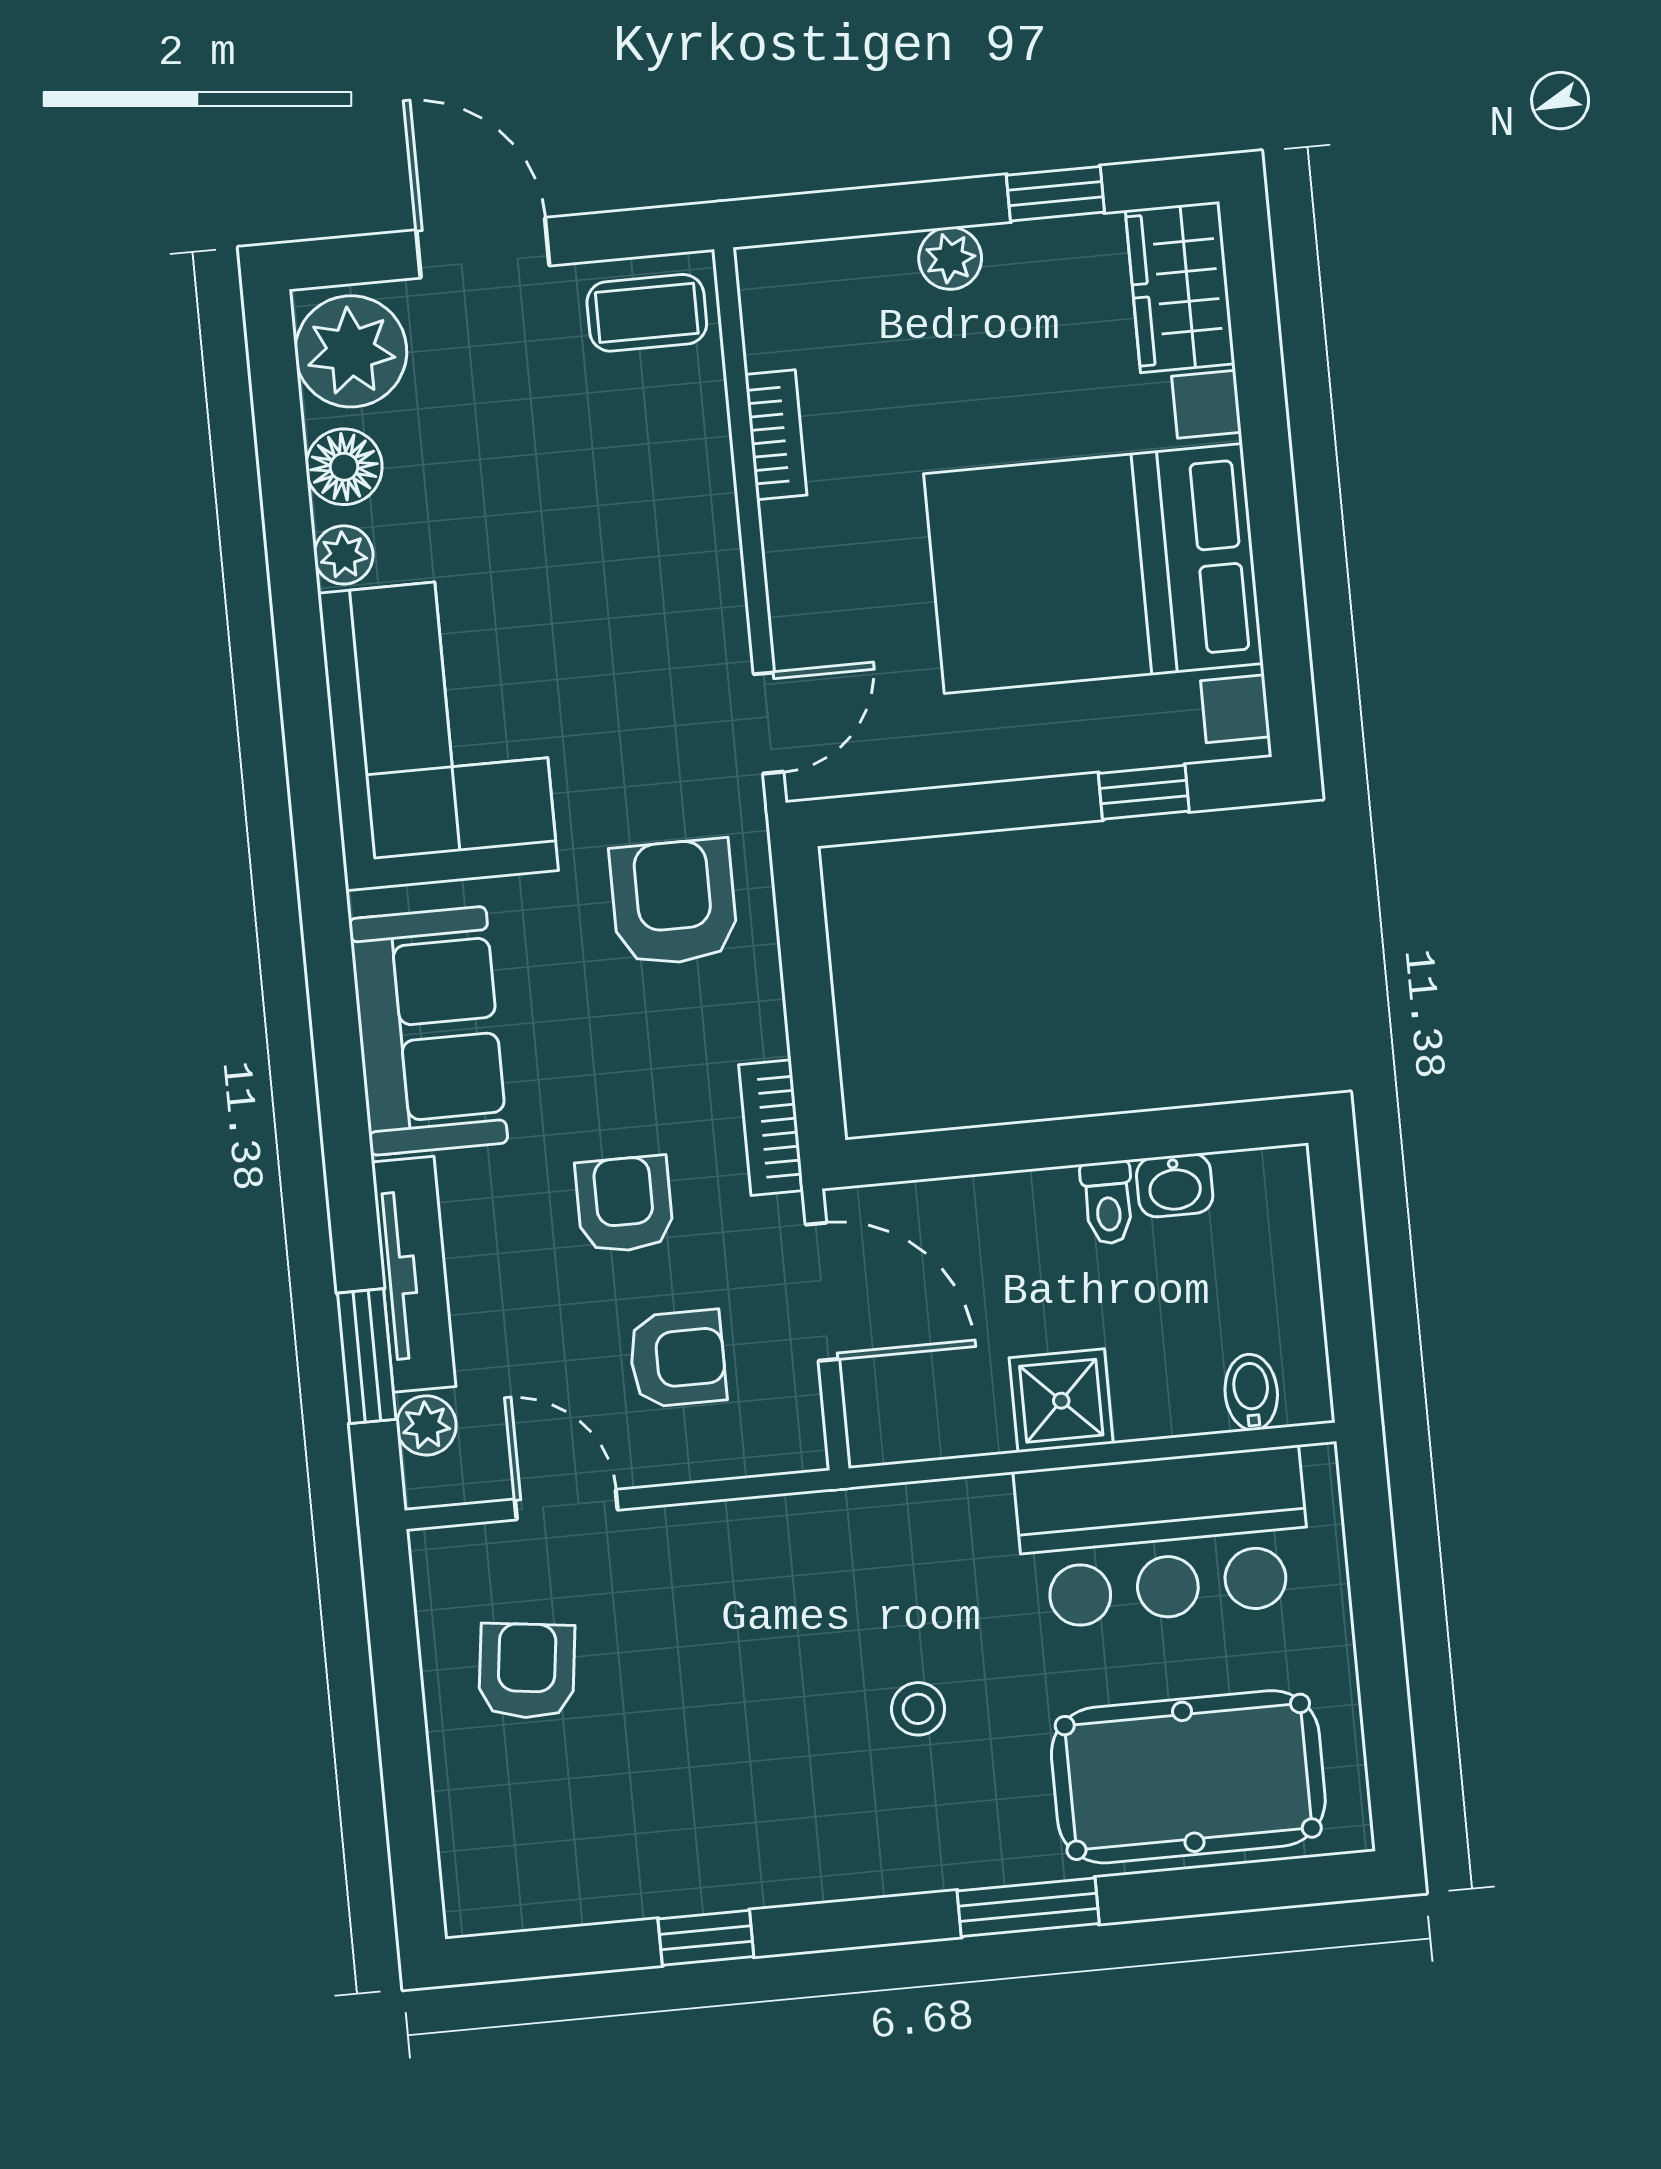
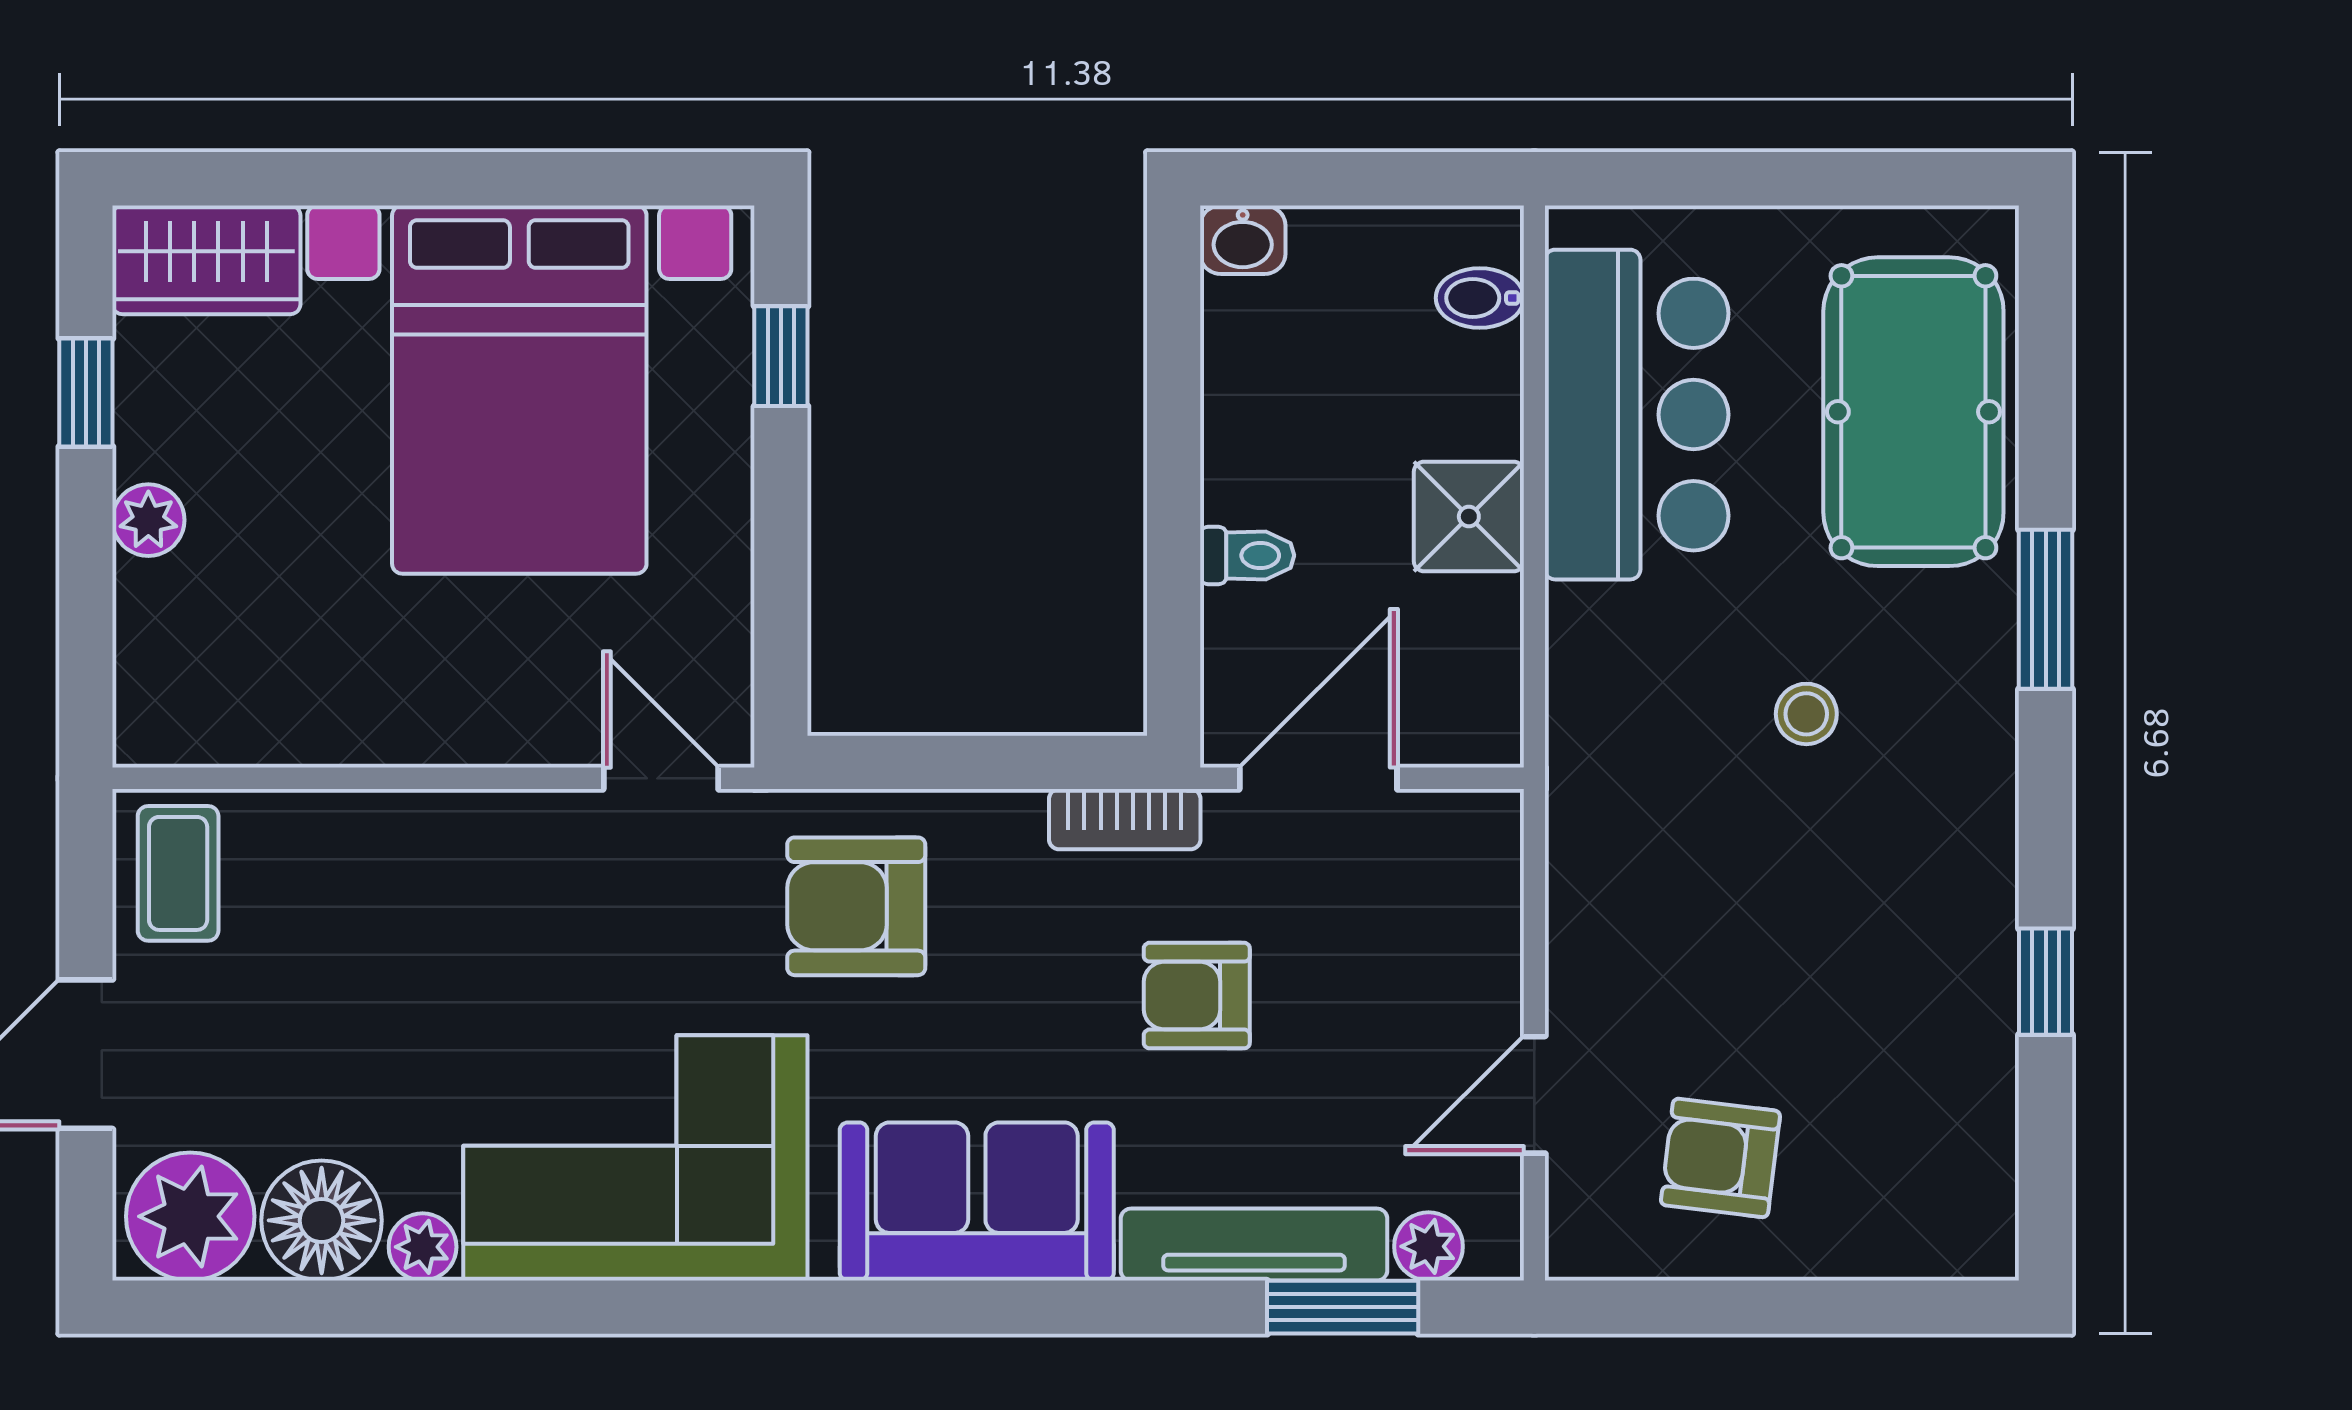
bookcase: (776, 435) -> (332, 739), removed
floor lamp: (344, 467) -> (322, 1220), width x1.38, depth x1.38
washbasin: (1175, 1185) -> (1243, 240), moved, turned 90
toilet: (1108, 1203) -> (1247, 555), moved
armchair: (677, 1359) -> (1379, 951), removed

